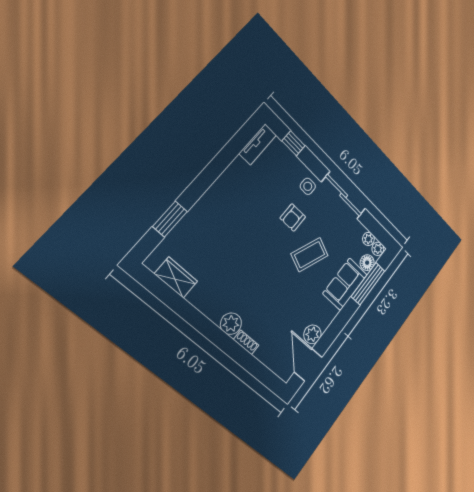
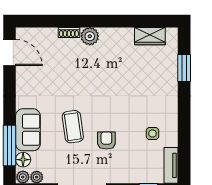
side table: (308, 186) -> (153, 134), moved
coffee table: (310, 255) -> (73, 127), turned -30
plant: (312, 334) -> (24, 75), removed

